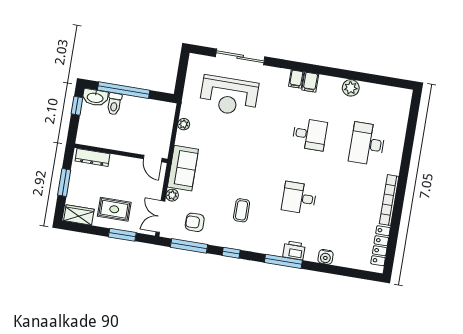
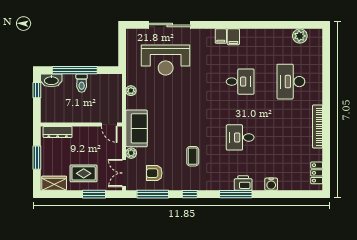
plant: (351, 88) -> (300, 36), moved
toilet: (114, 104) -> (82, 83), moved
locker: (381, 246) -> (317, 173), width x0.66

